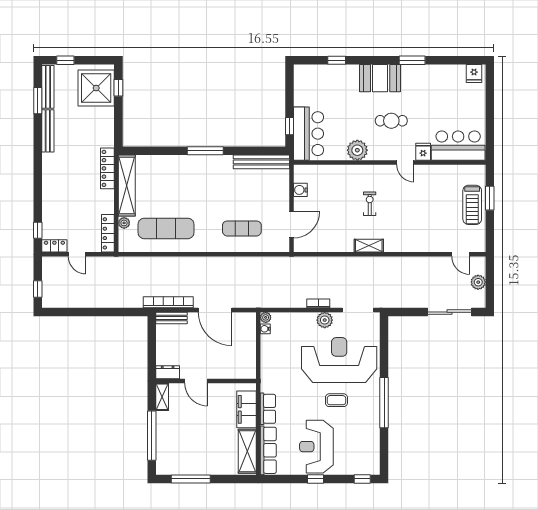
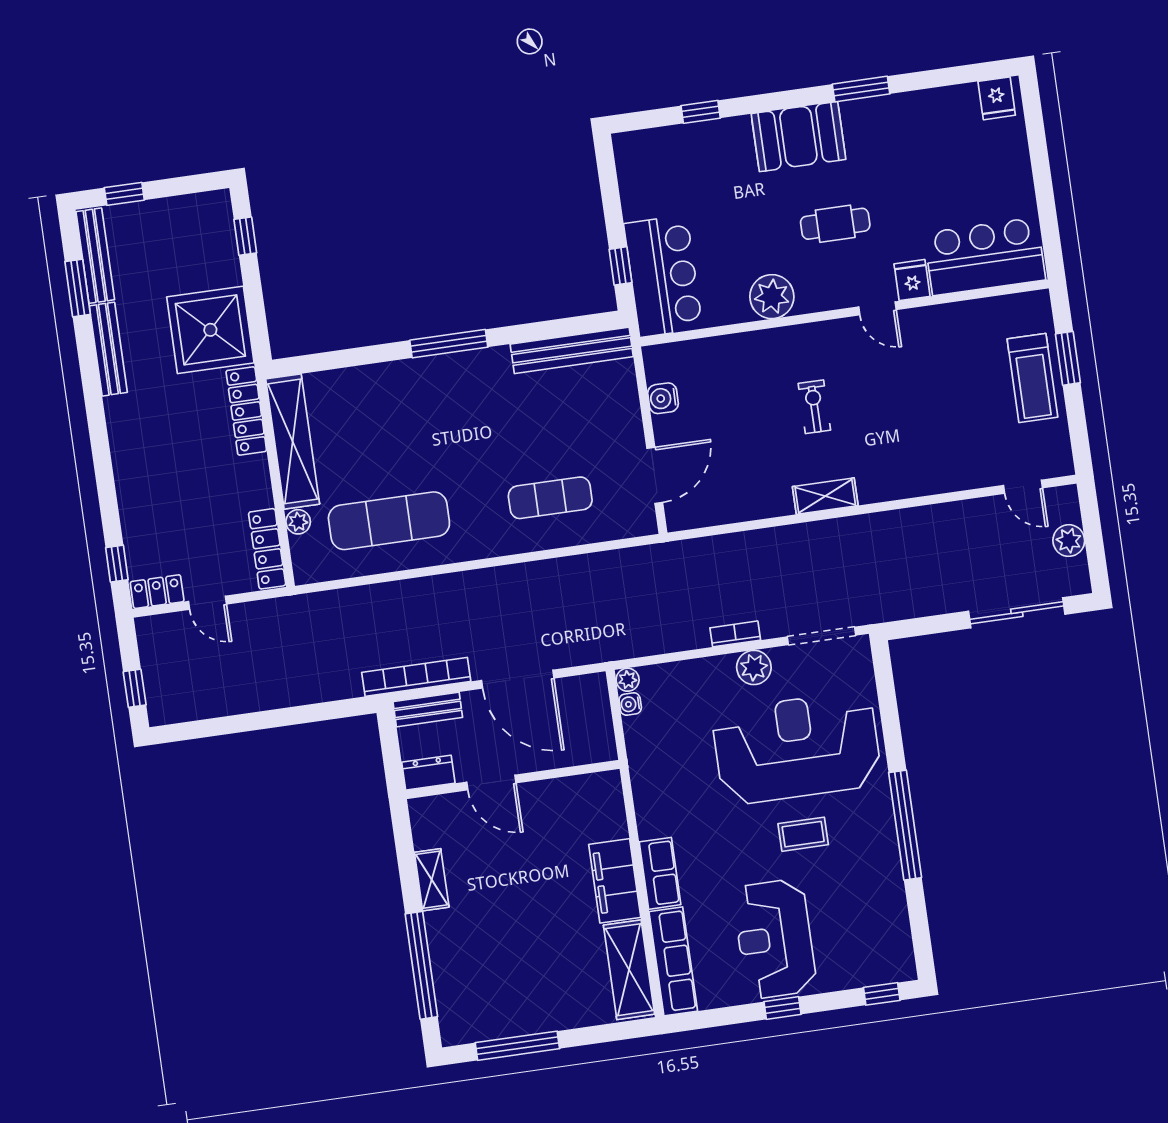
shower: (96, 88) -> (210, 330), moved
dresser: (168, 372) -> (428, 773), moved
door: (196, 381) -> (491, 782), moved
wall: (206, 381) -> (513, 779), moved

